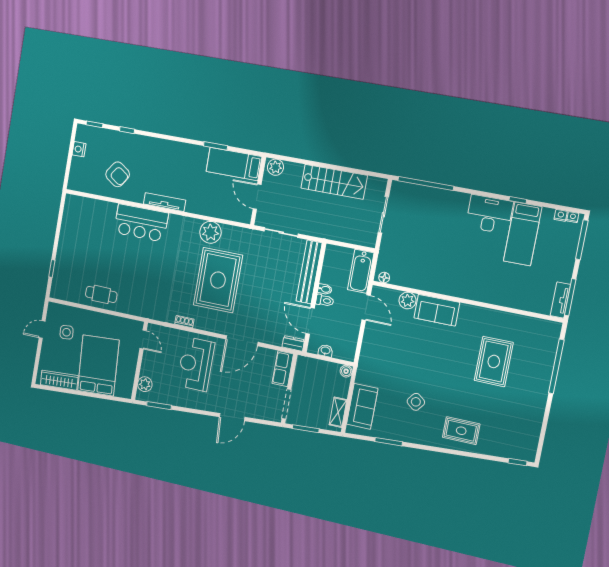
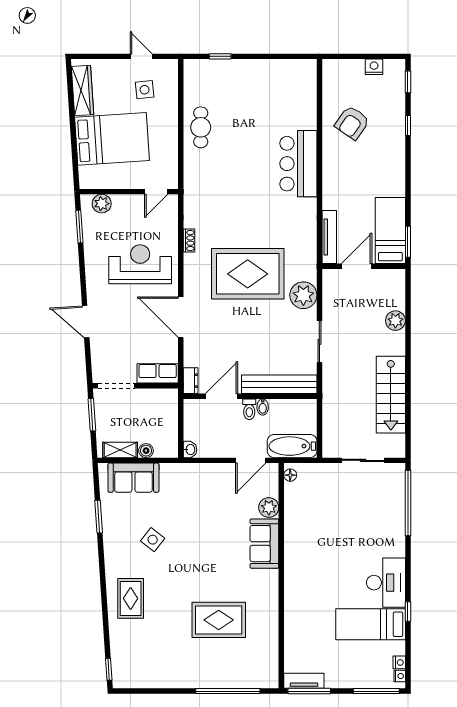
bed: (234, 164) -> (390, 230), moved
wall: (258, 191) -> (364, 266), moved
door: (257, 197) -> (357, 266), moved
tv unit: (165, 202) -> (329, 237), moved
plant: (210, 232) -> (303, 295), moved
washbasin: (325, 351) -> (190, 450), moved
boiler: (346, 371) -> (146, 451), moved

